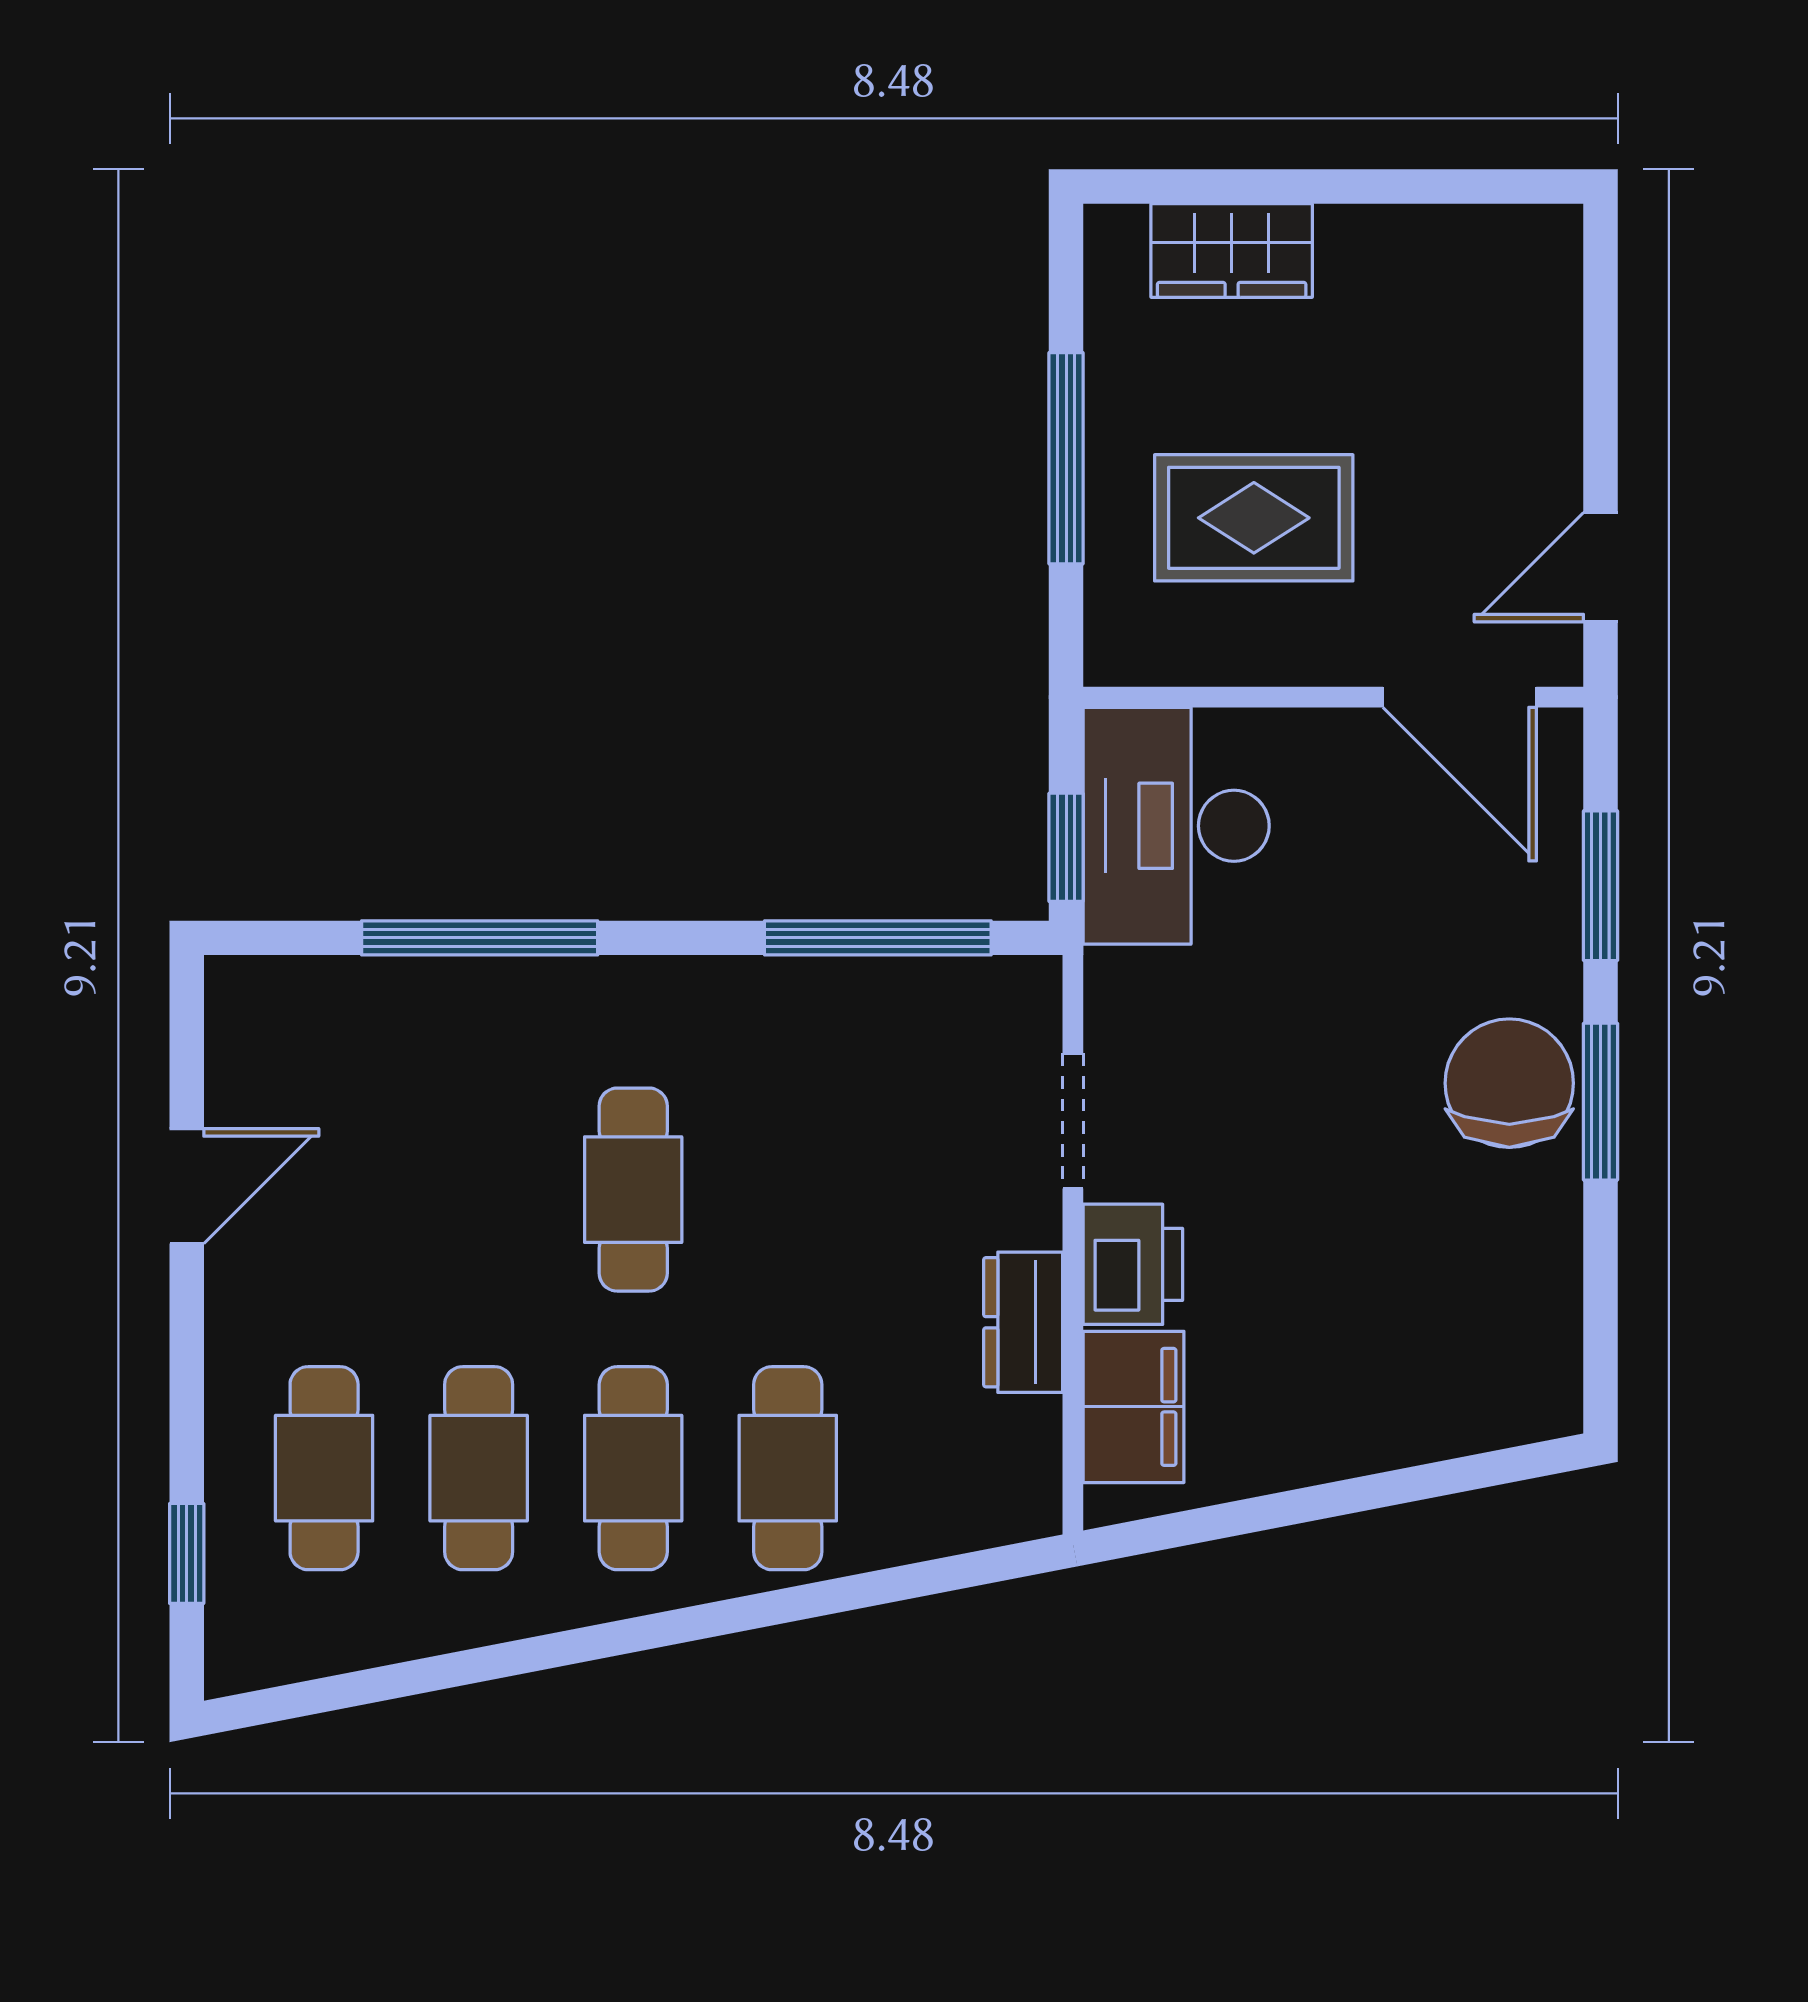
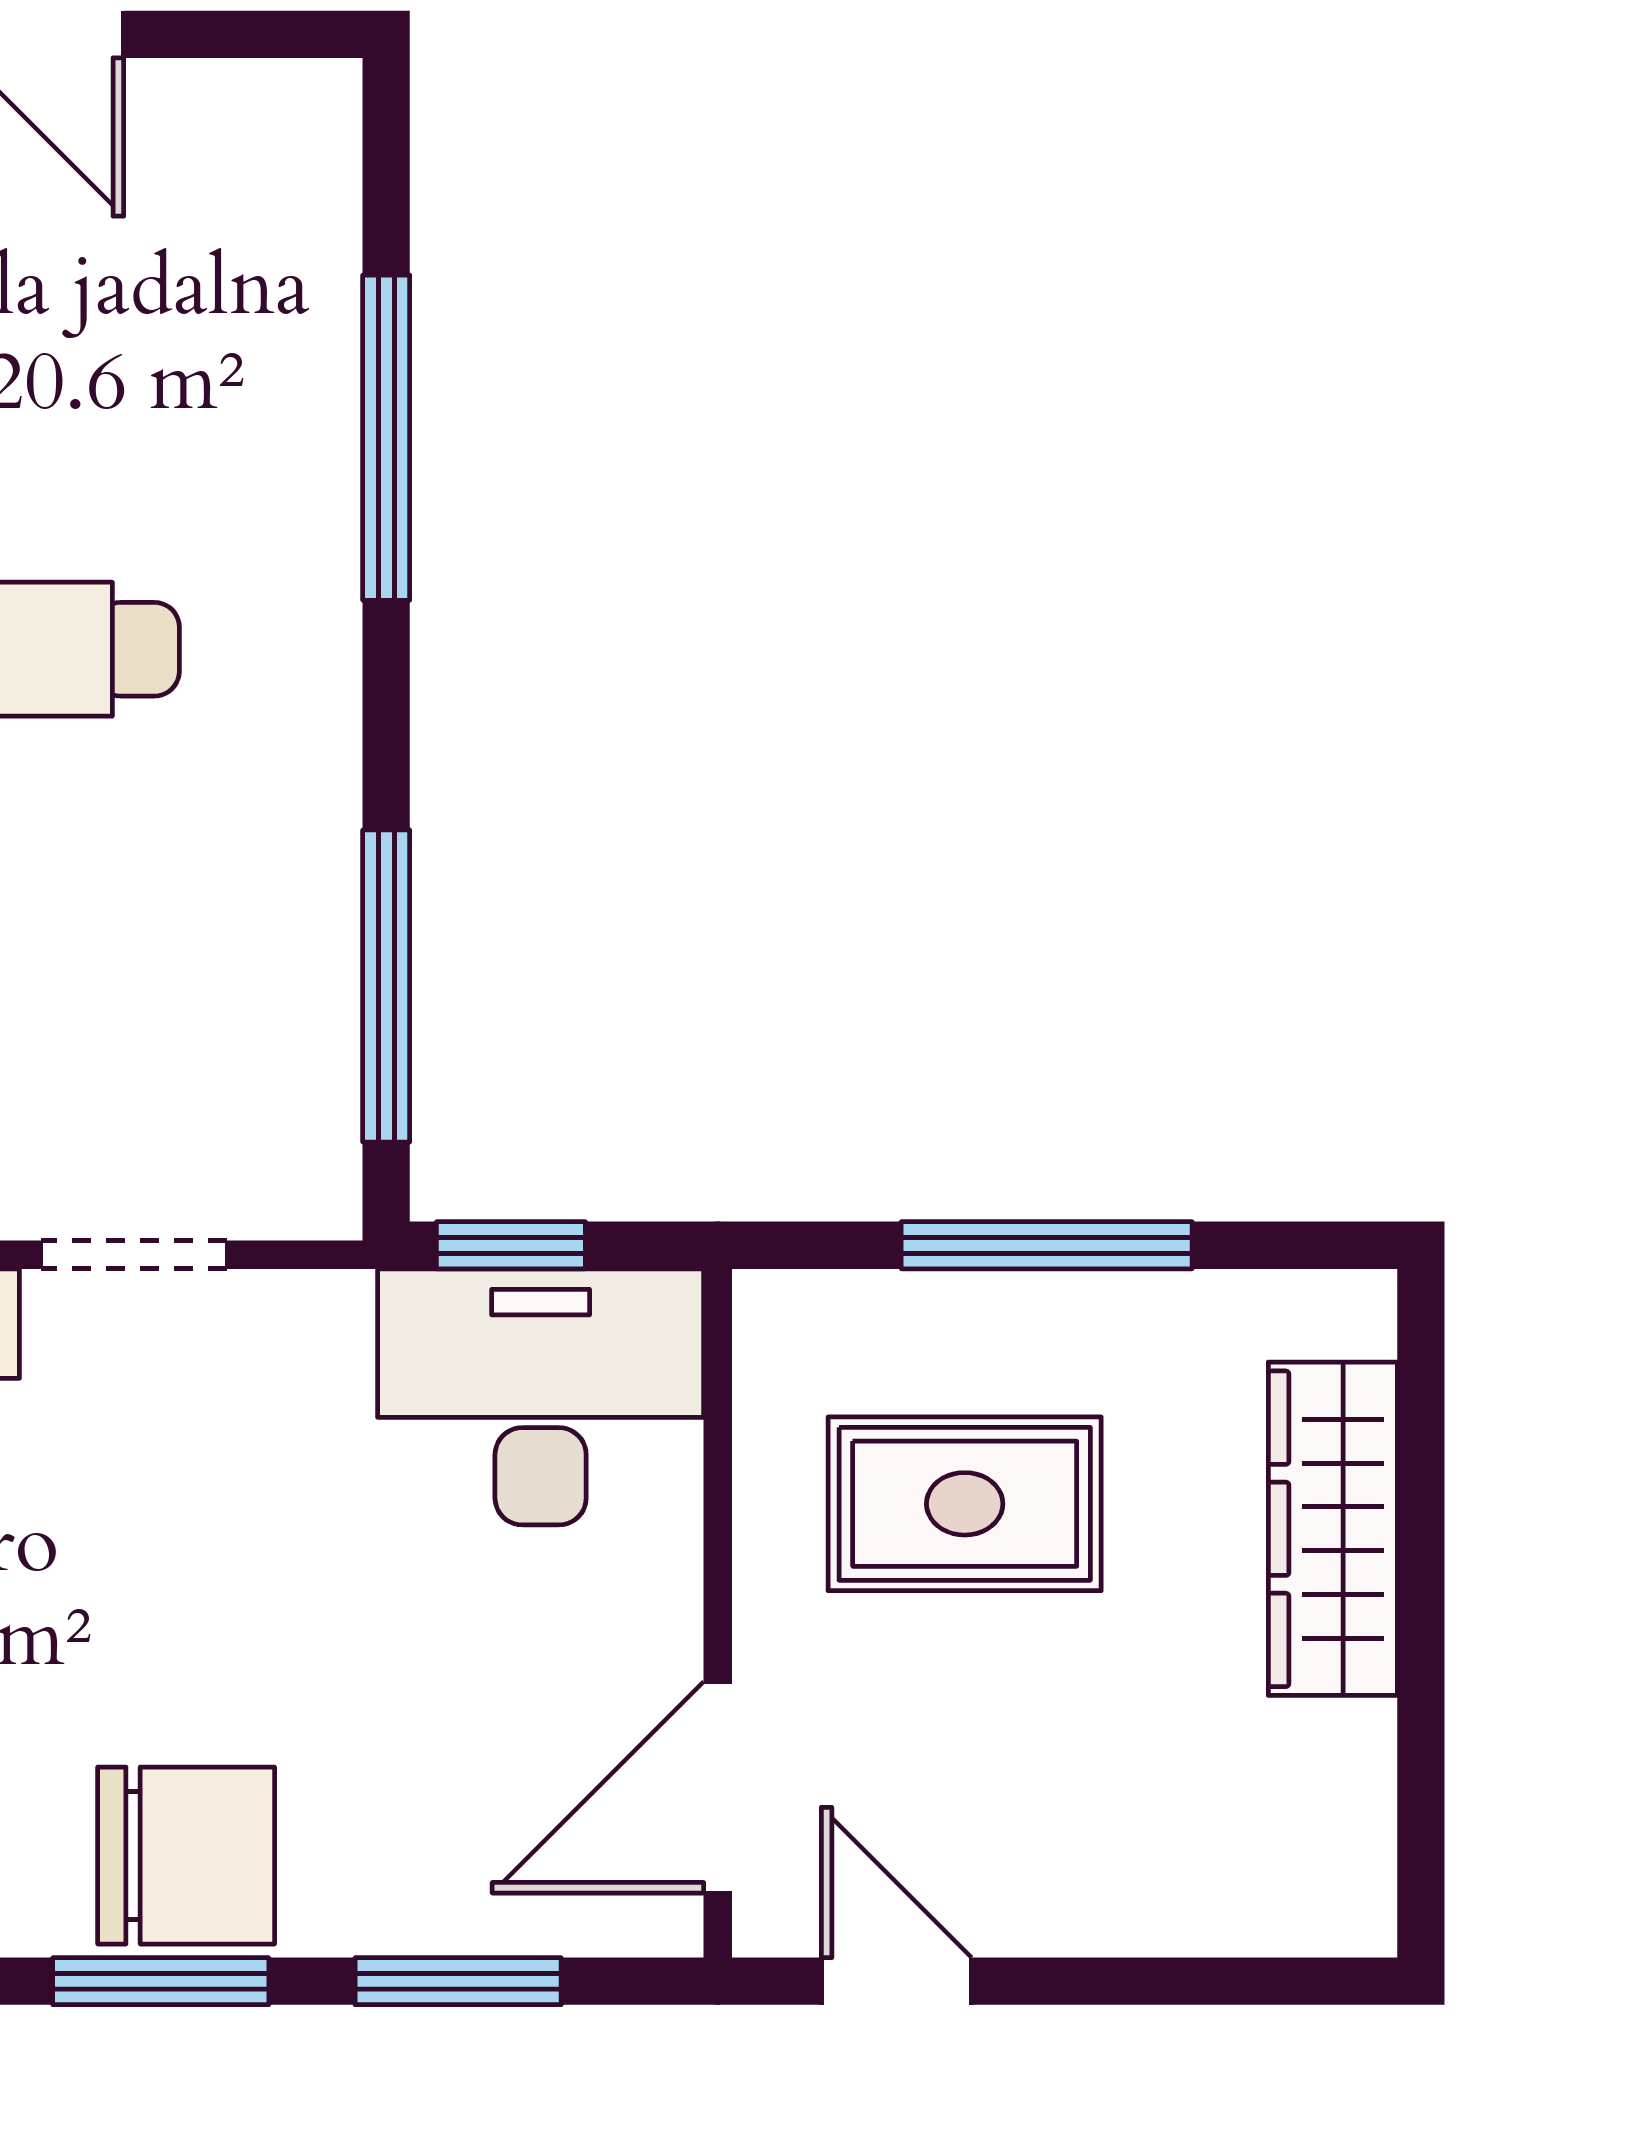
wardrobe: (1232, 250) -> (1333, 1529), width x1.50
rug: (1254, 518) -> (965, 1504), turned 90

